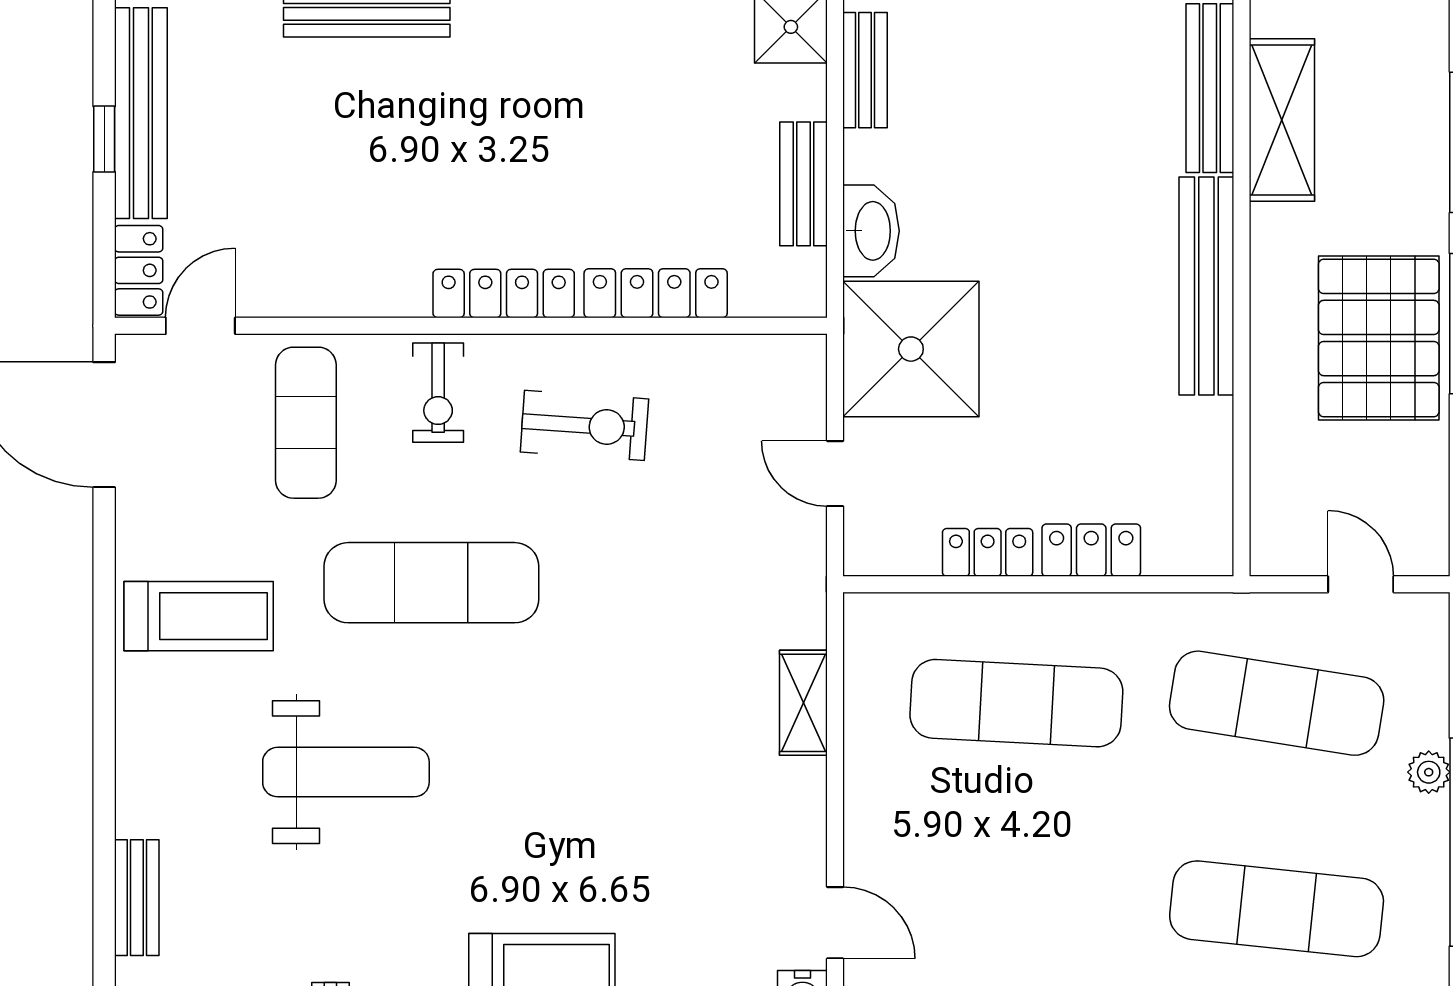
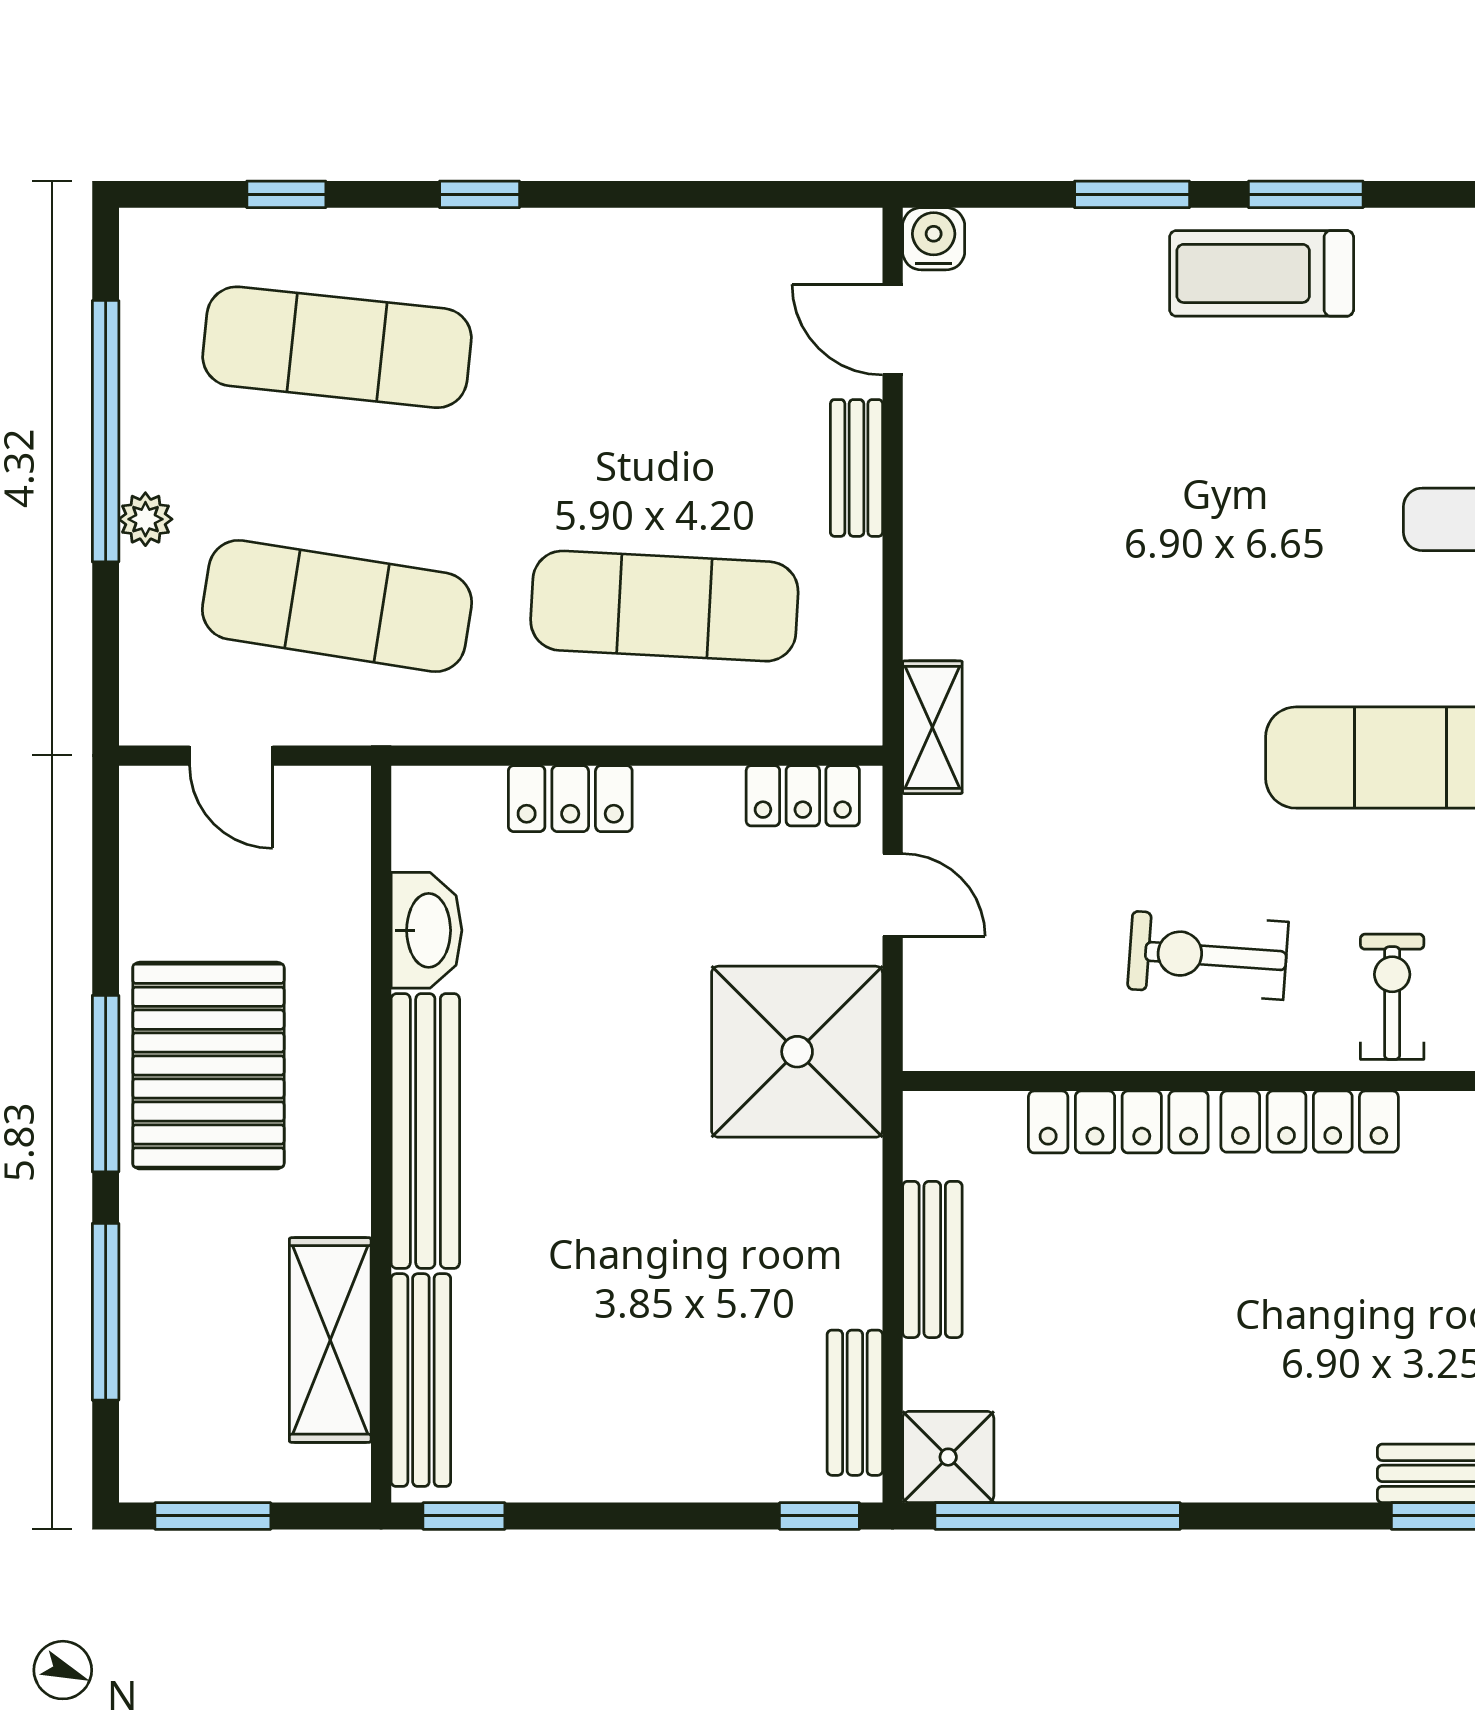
washbasin: (871, 231) -> (426, 930), moved, turned 180
locker: (988, 552) -> (803, 796), moved
shelving: (803, 703) -> (932, 727), moved
bench: (864, 813) -> (856, 468), added

